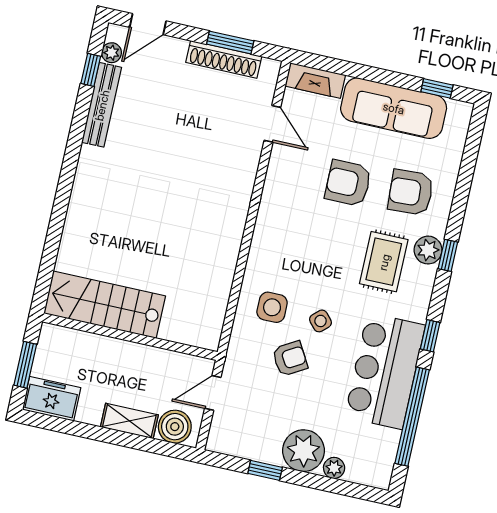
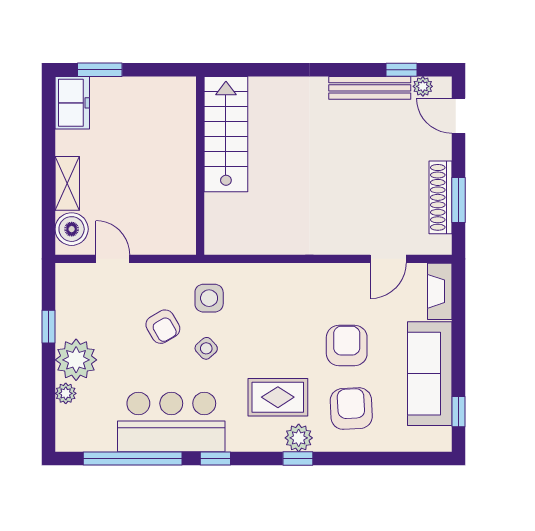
stairs: (105, 305) -> (226, 134), moved
wall: (130, 337) -> (200, 166), moved

